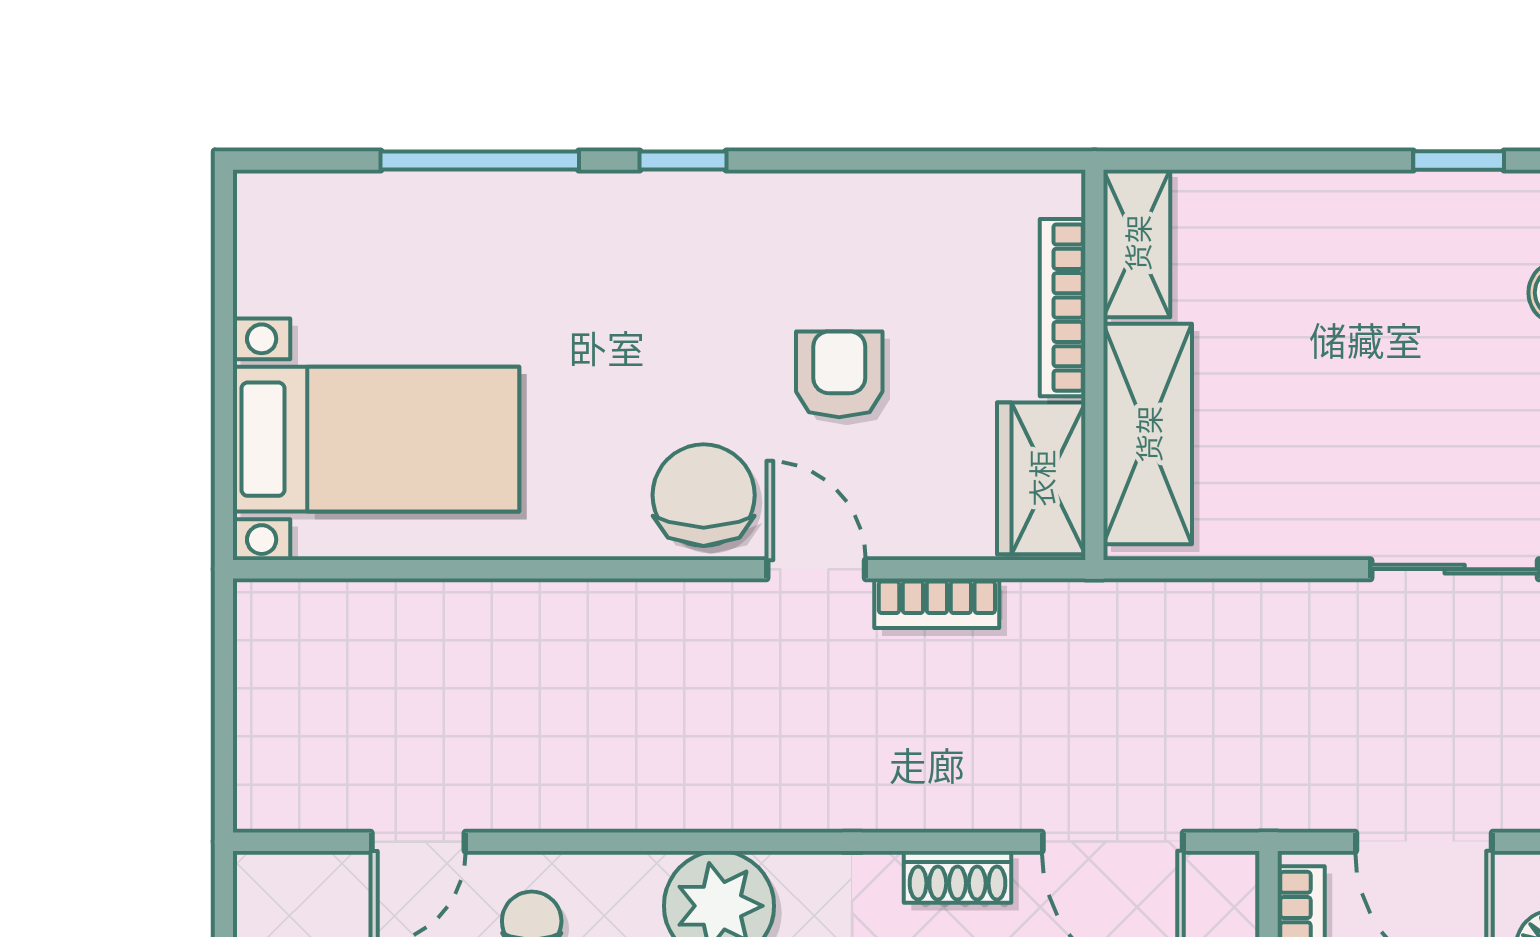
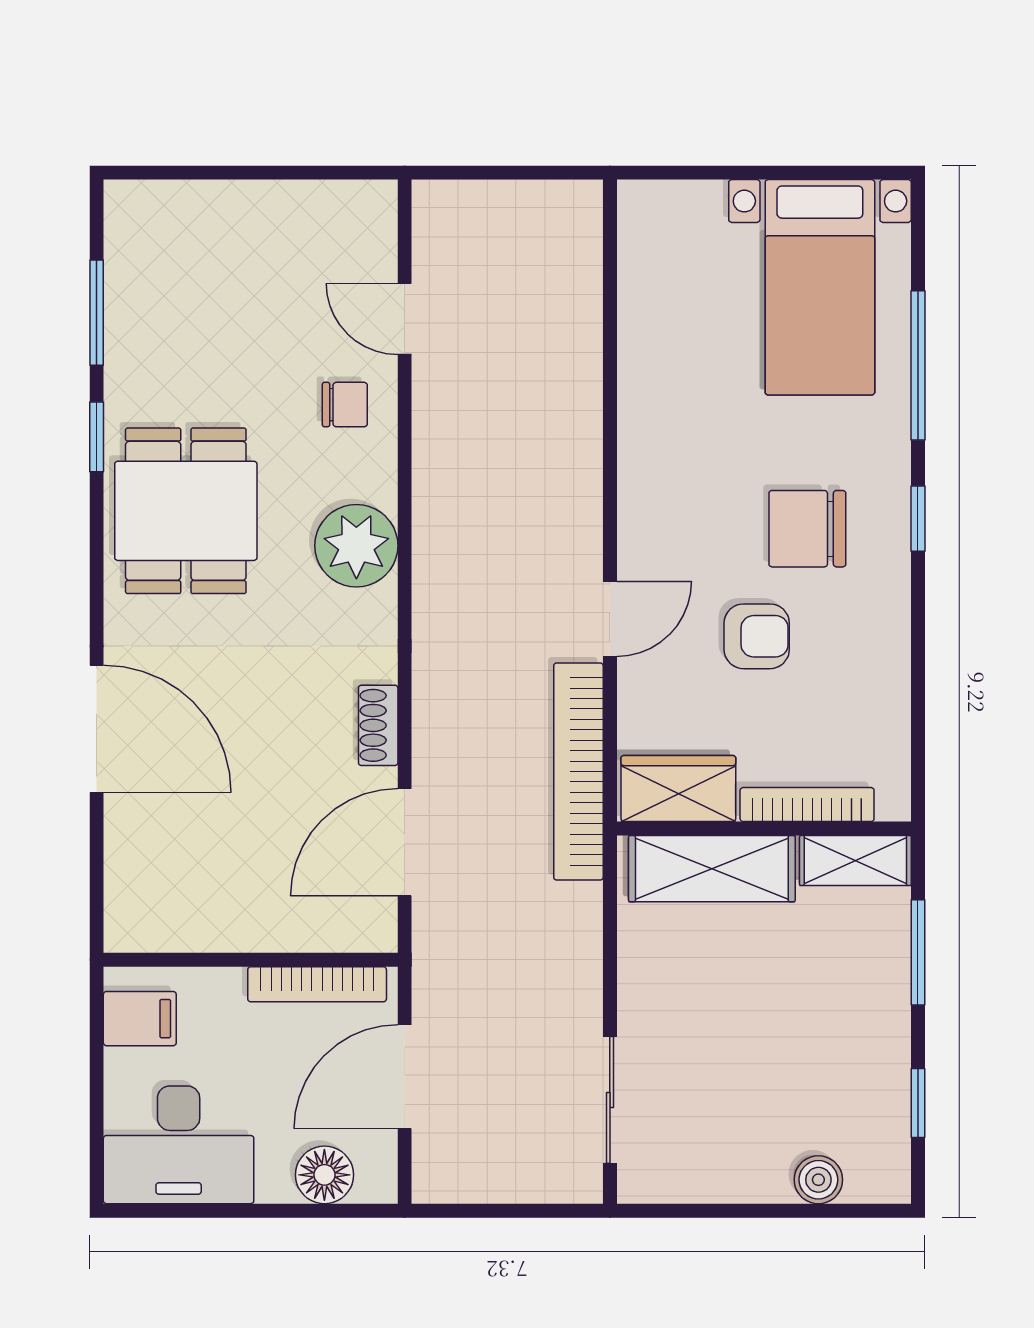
window: (1259, 160) -> (918, 952), added
bed with nightstands: (376, 439) -> (820, 287), moved
chair: (704, 495) -> (807, 529), moved, turned 180
bookcase: (937, 603) -> (578, 772), width x2.31, depth x1.31

